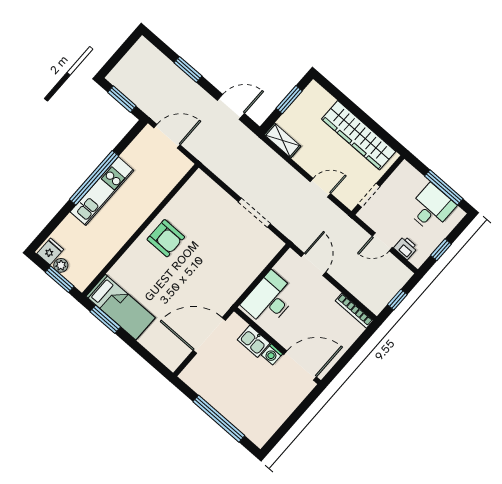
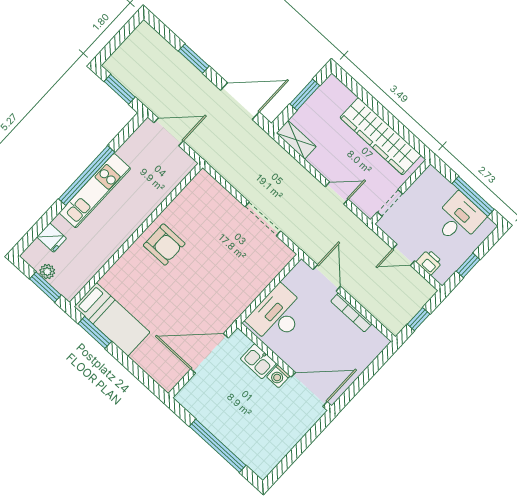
door: (231, 107) -> (240, 101), width x1.36
fridge: (50, 251) -> (52, 238), moved, turned 90
bookcase: (354, 311) -> (351, 312), moved

